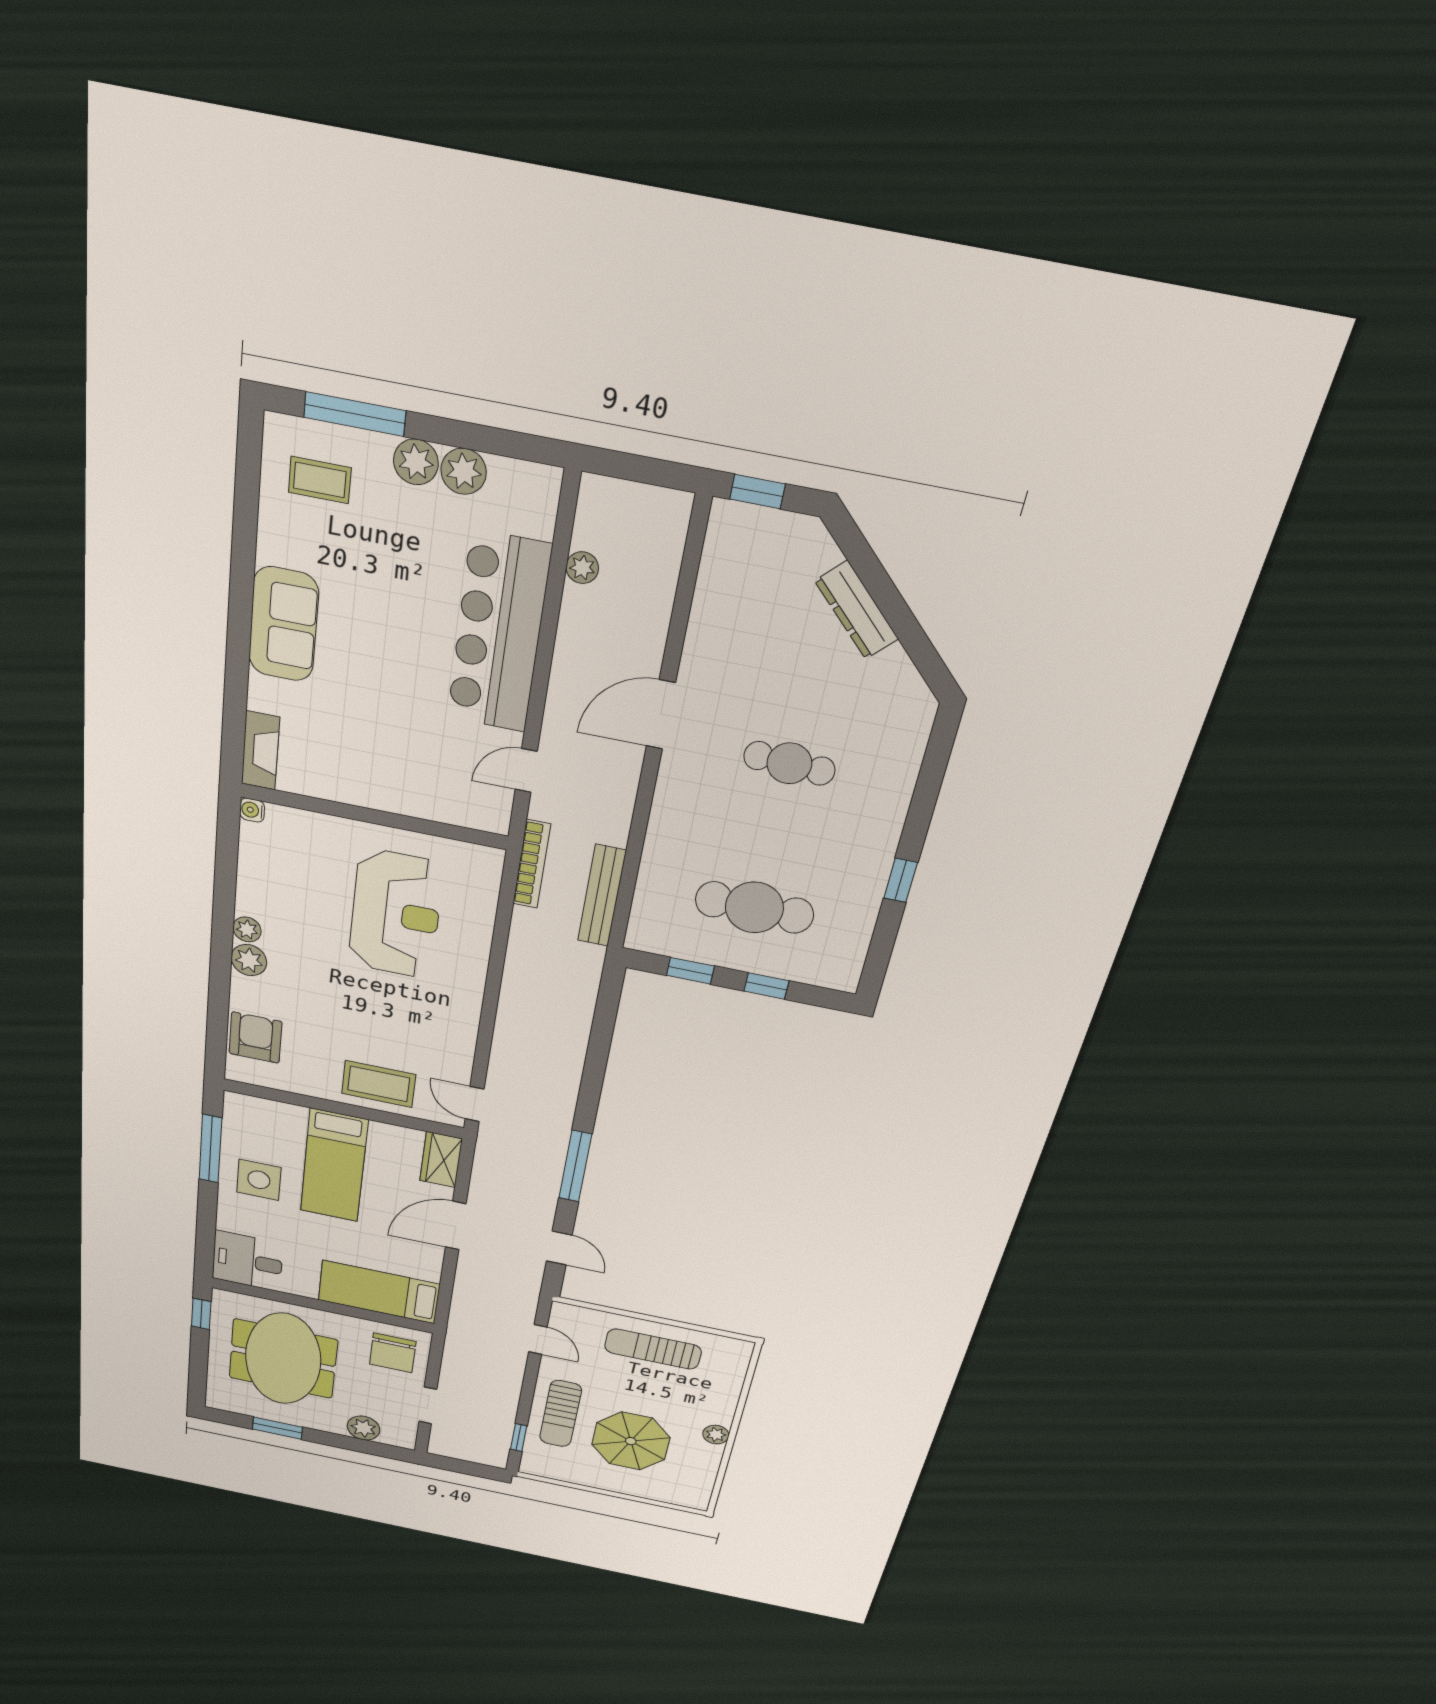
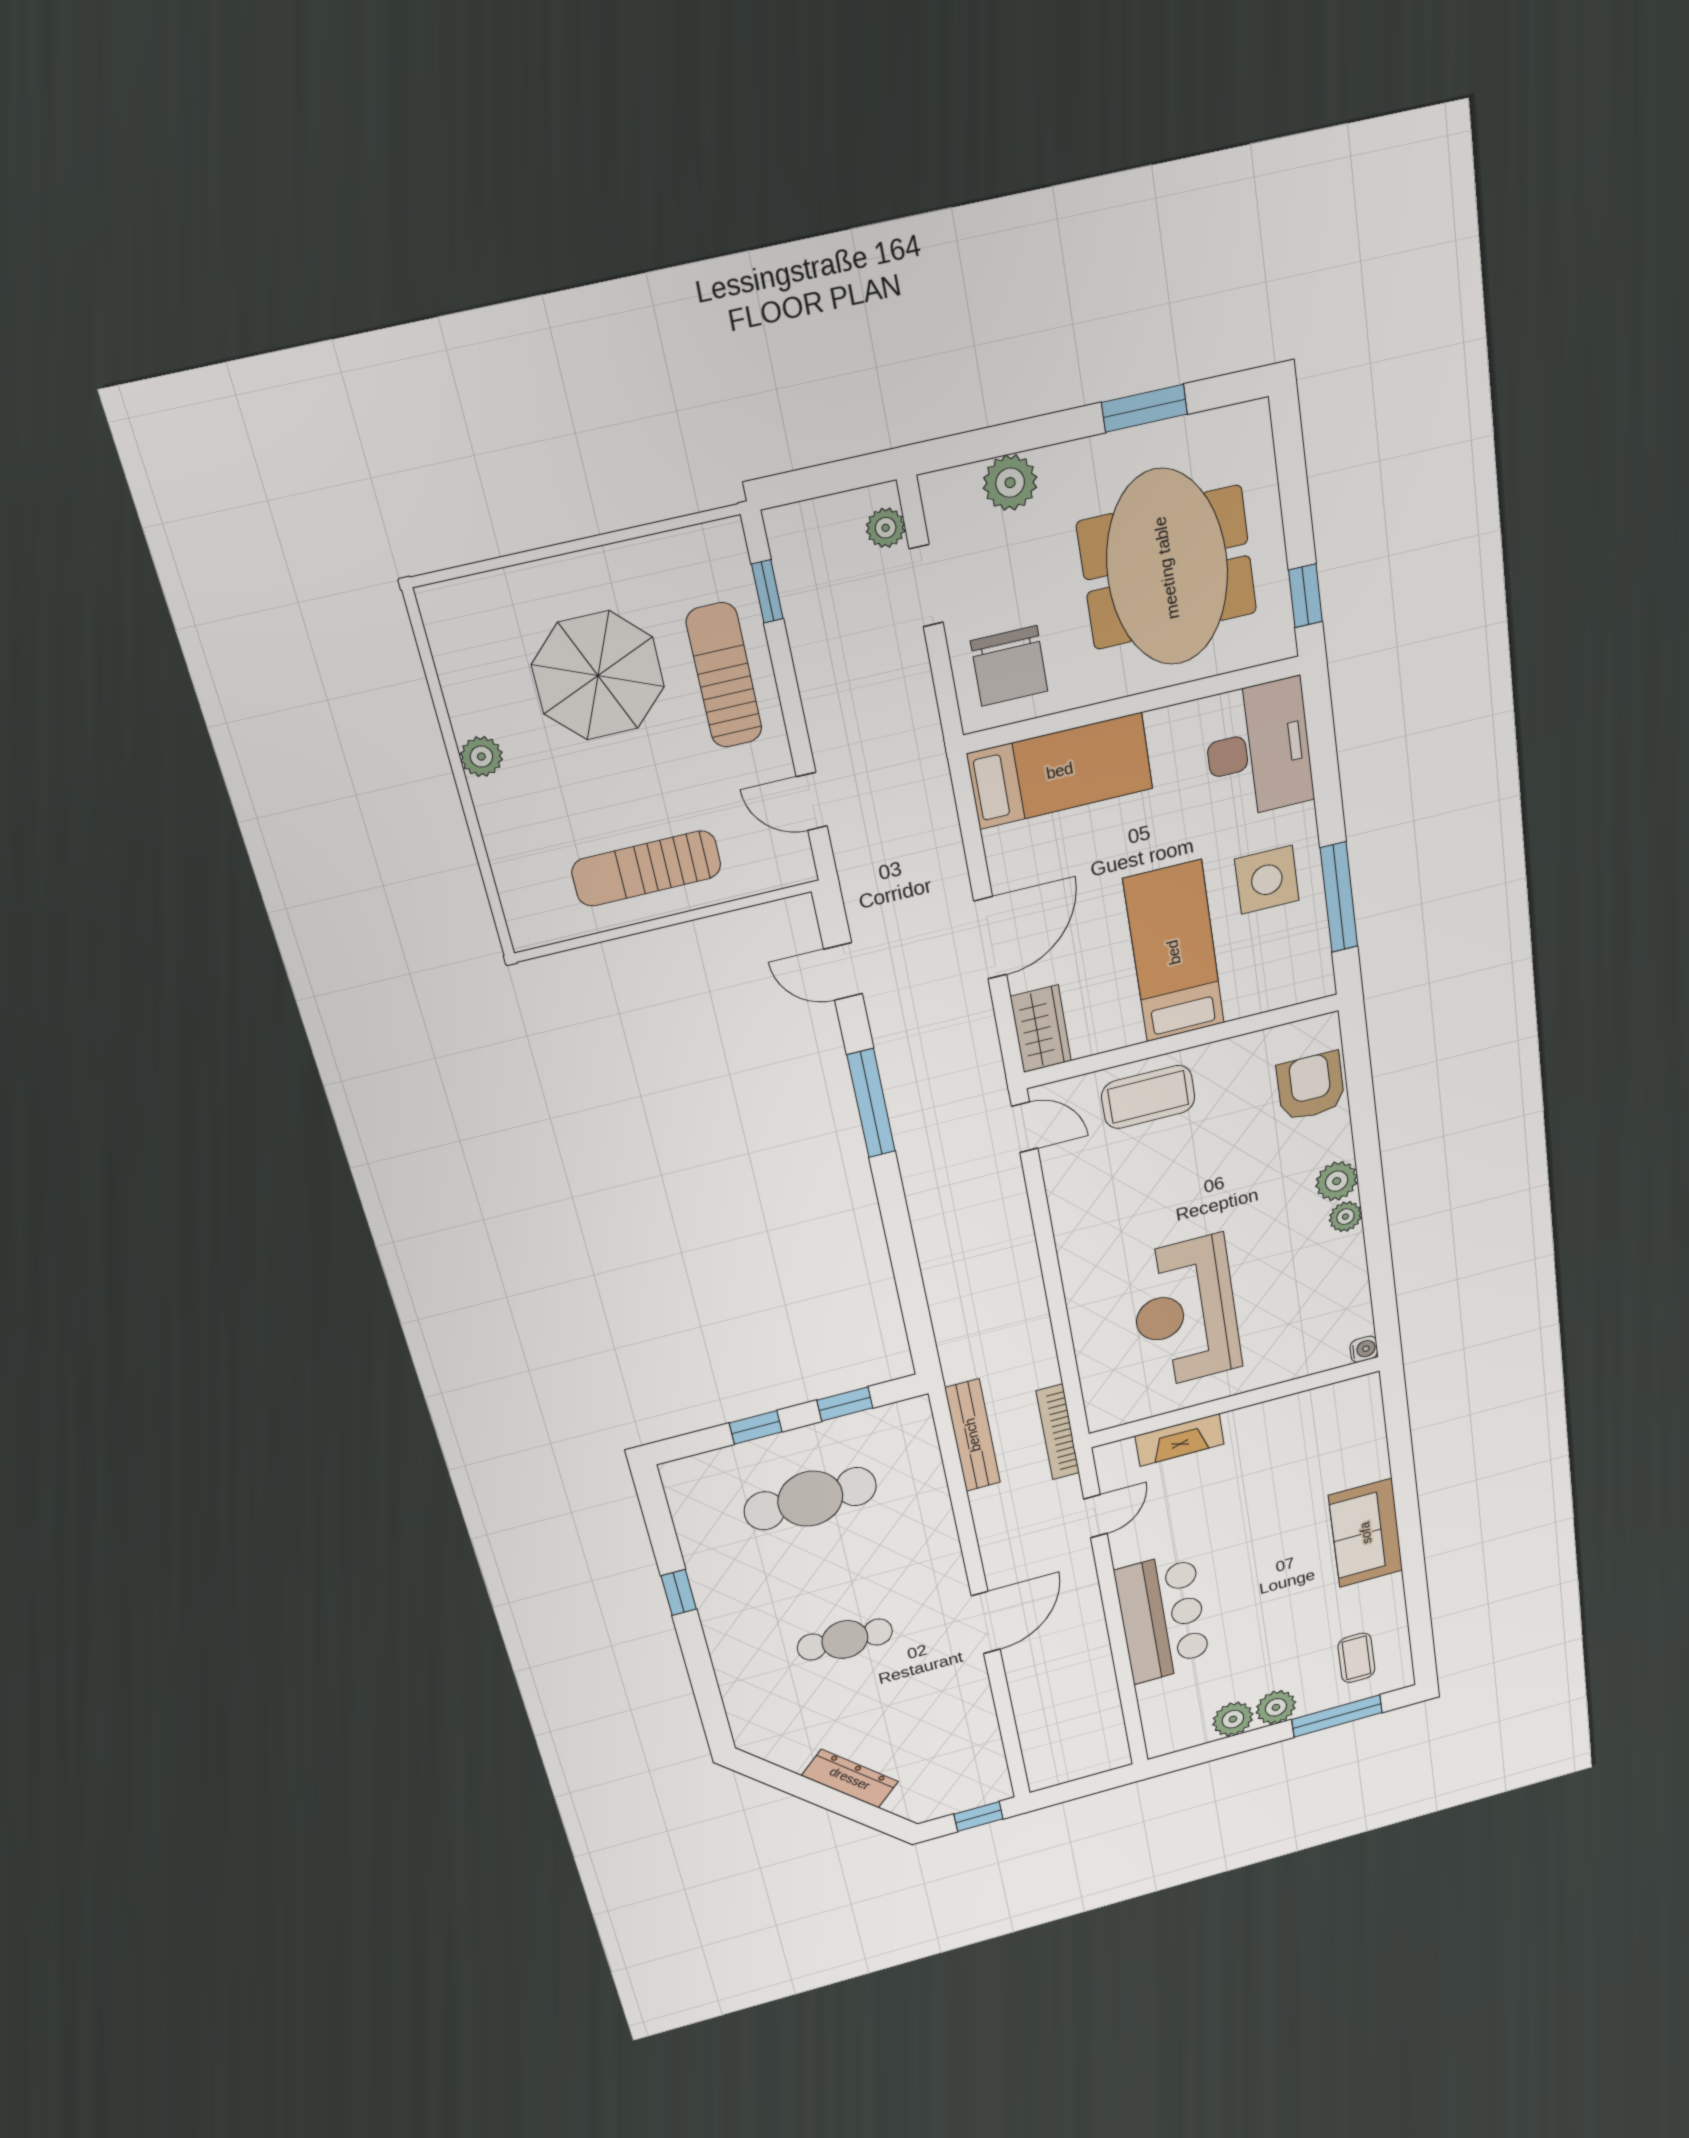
coffee table: (320, 480) -> (1356, 1658), turned 90
plant: (582, 568) -> (886, 528), moved
bar counter: (499, 633) -> (1163, 1618), width x0.73
fireplace: (260, 751) -> (1180, 1440), moved, turned -90
armchair: (255, 1038) -> (1311, 1086), turned 180
desk: (248, 1261) -> (1258, 749), width x1.37
sun lounger: (653, 1349) -> (646, 868), turned 180
chair: (393, 1353) -> (1009, 666), turned 180

